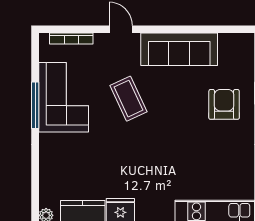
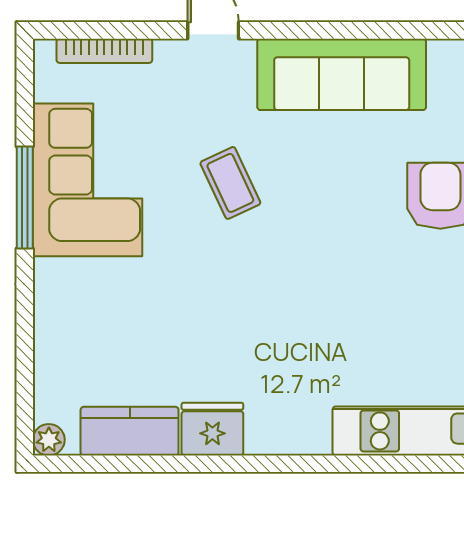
coffee table: (129, 99) -> (230, 183), width x0.73, depth x0.77

